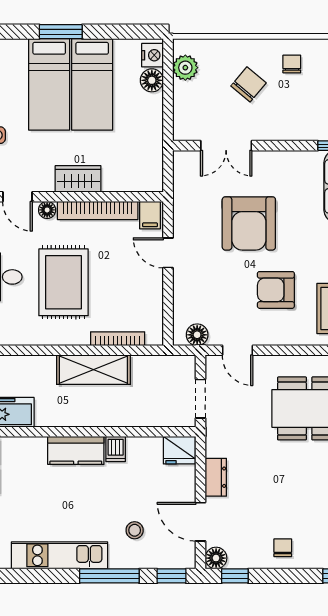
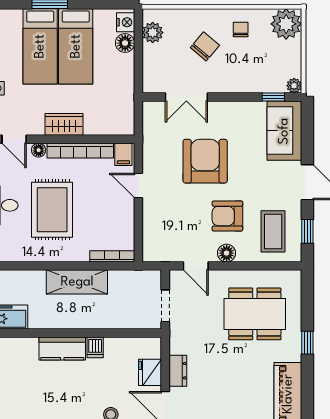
armchair: (249, 223) -> (205, 161), turned 180
floor lamp: (197, 335) -> (227, 253), moved
bookcase: (118, 339) -> (112, 256), moved
fridge: (179, 450) -> (150, 372), moved, turned 90

